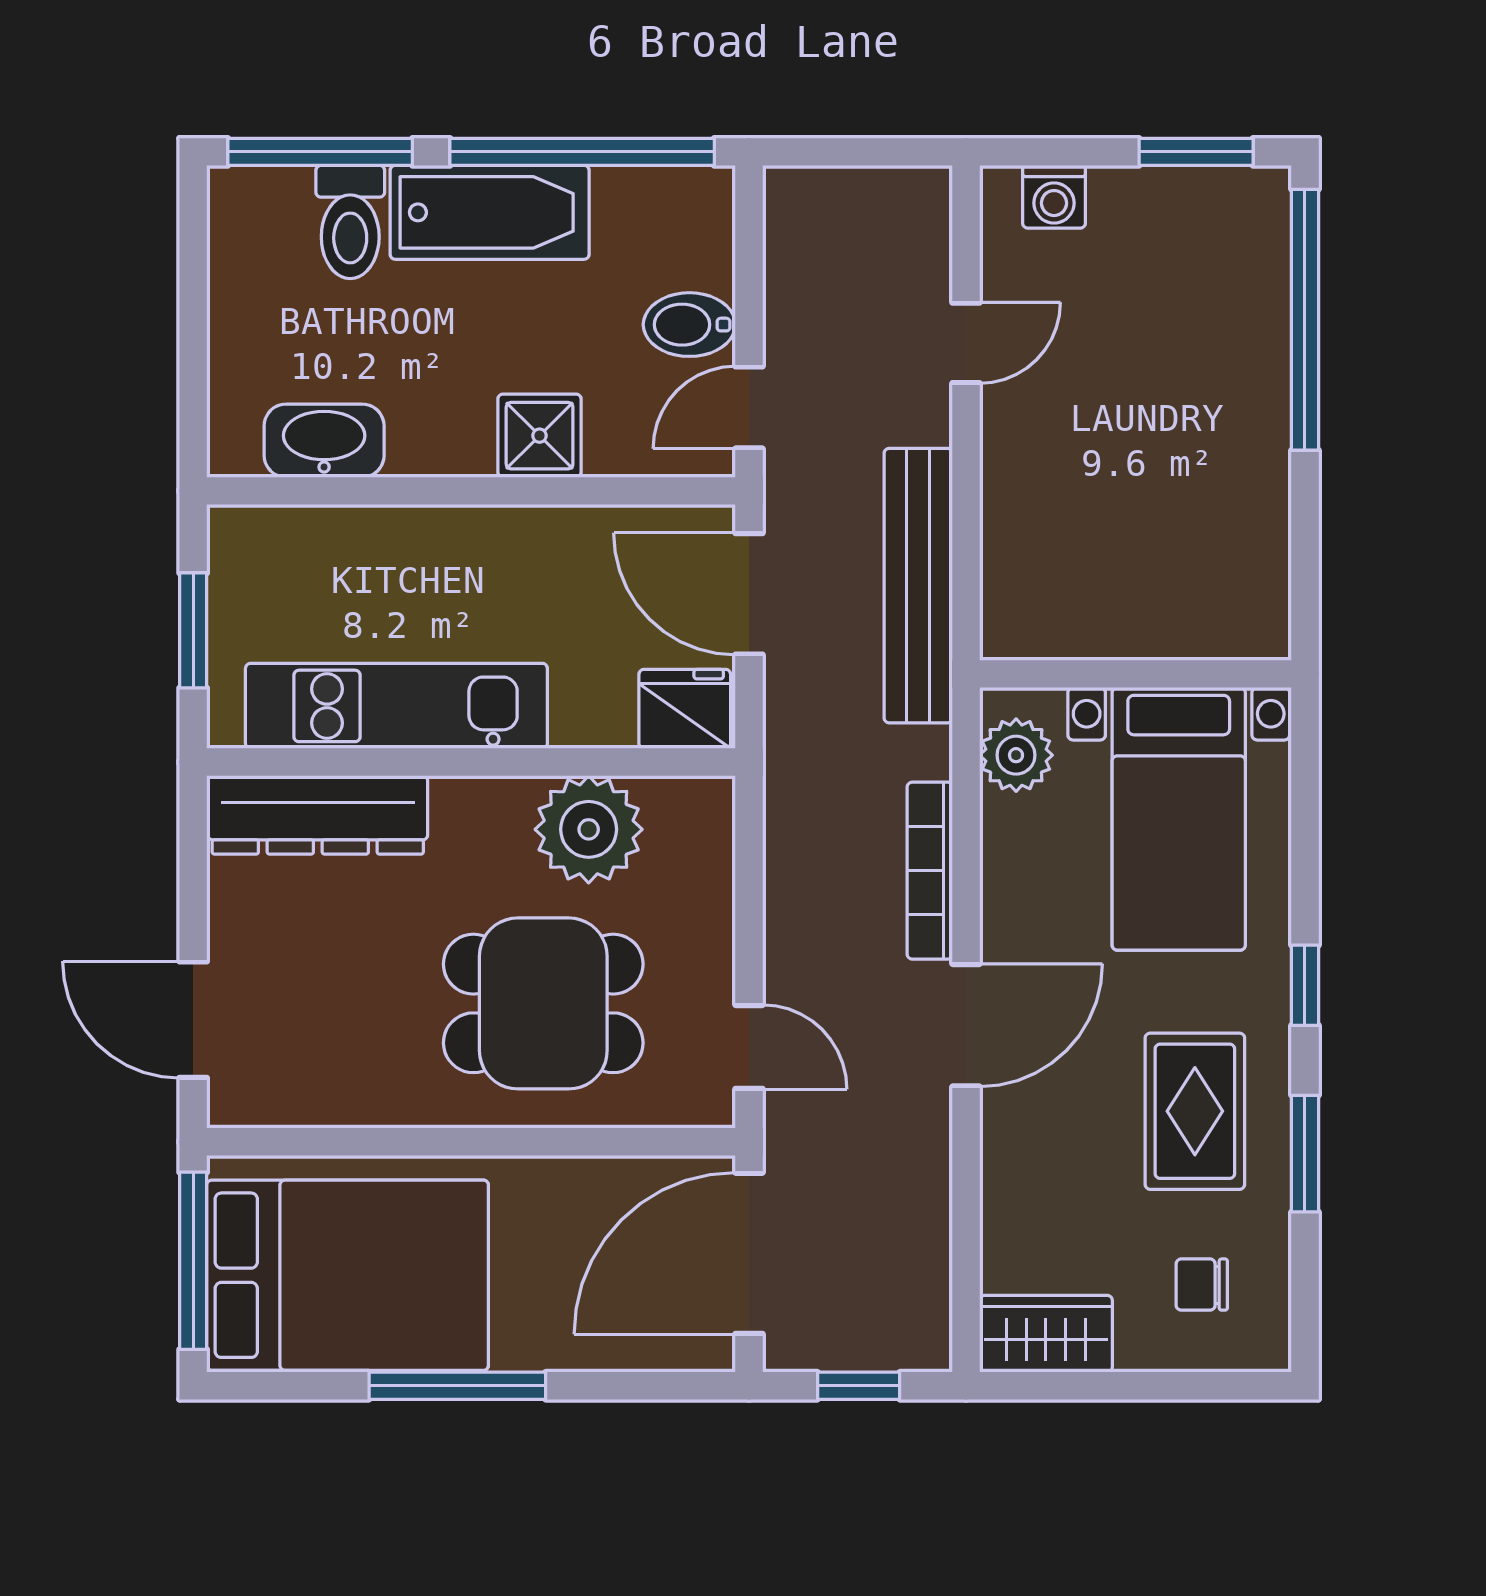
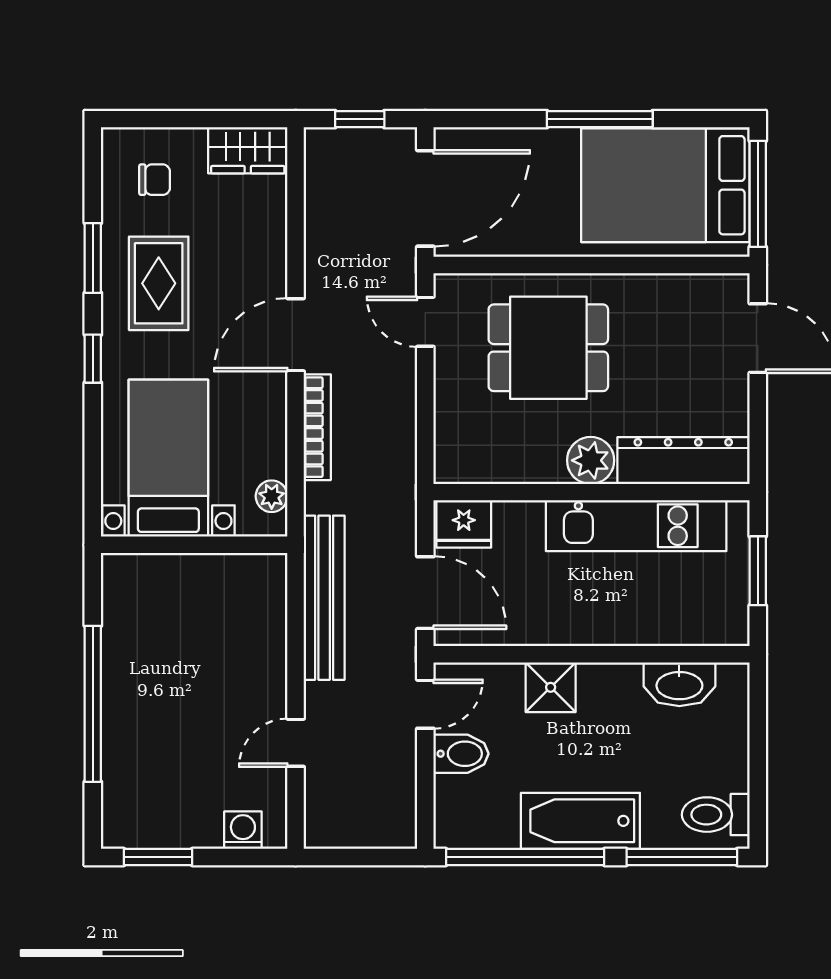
toilet: (350, 222) -> (716, 815), moved, turned -90
window: (1305, 320) -> (93, 704), moved
plant: (1016, 755) -> (272, 496), width x0.73, depth x0.73
plant: (589, 829) -> (591, 460), moved, width x0.73, depth x0.73

